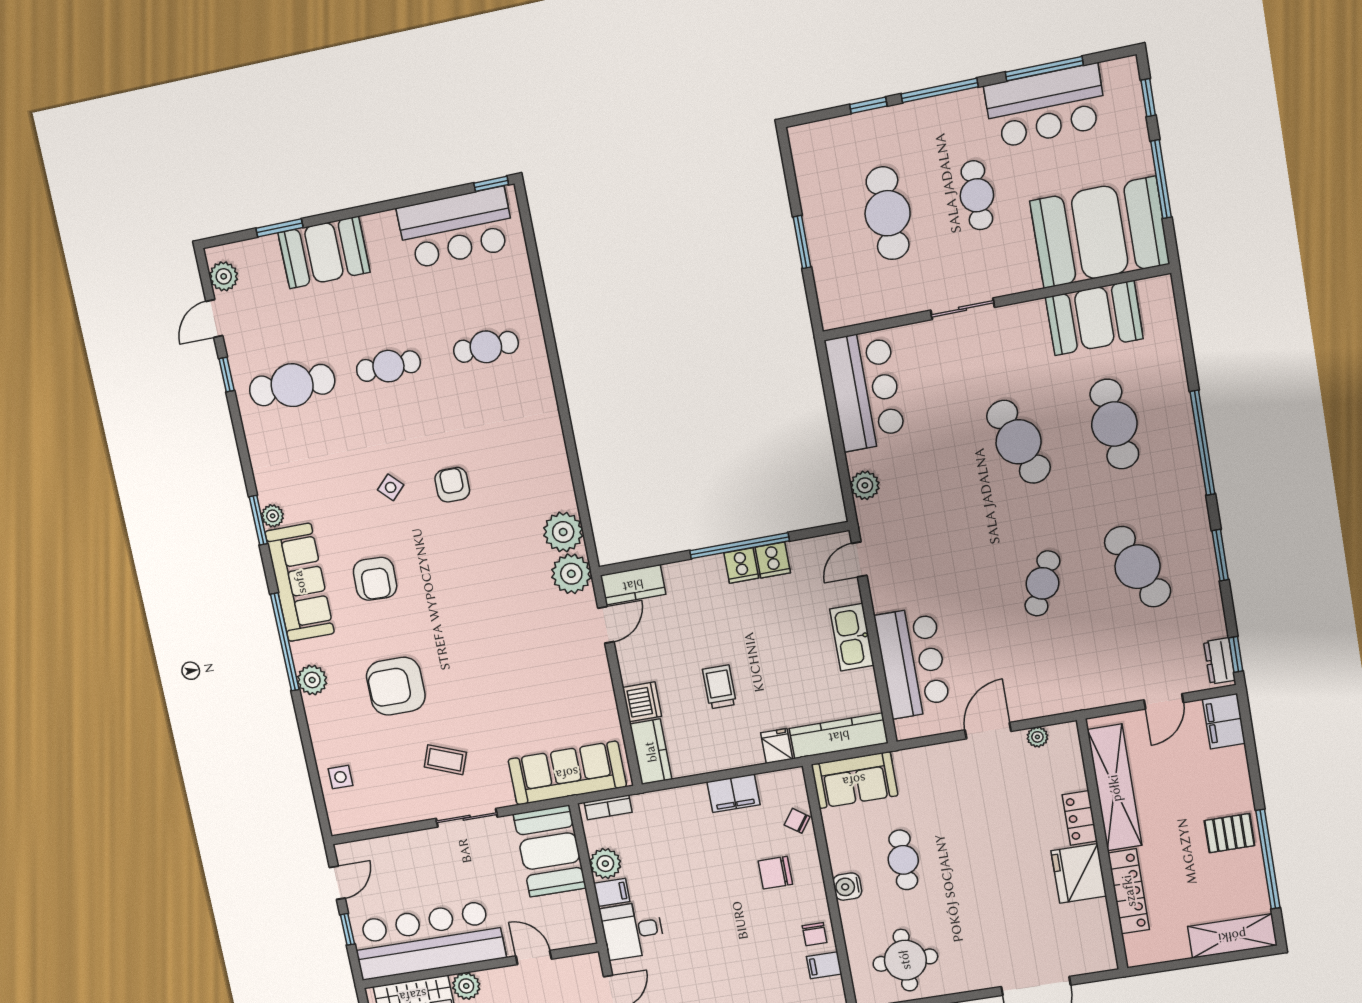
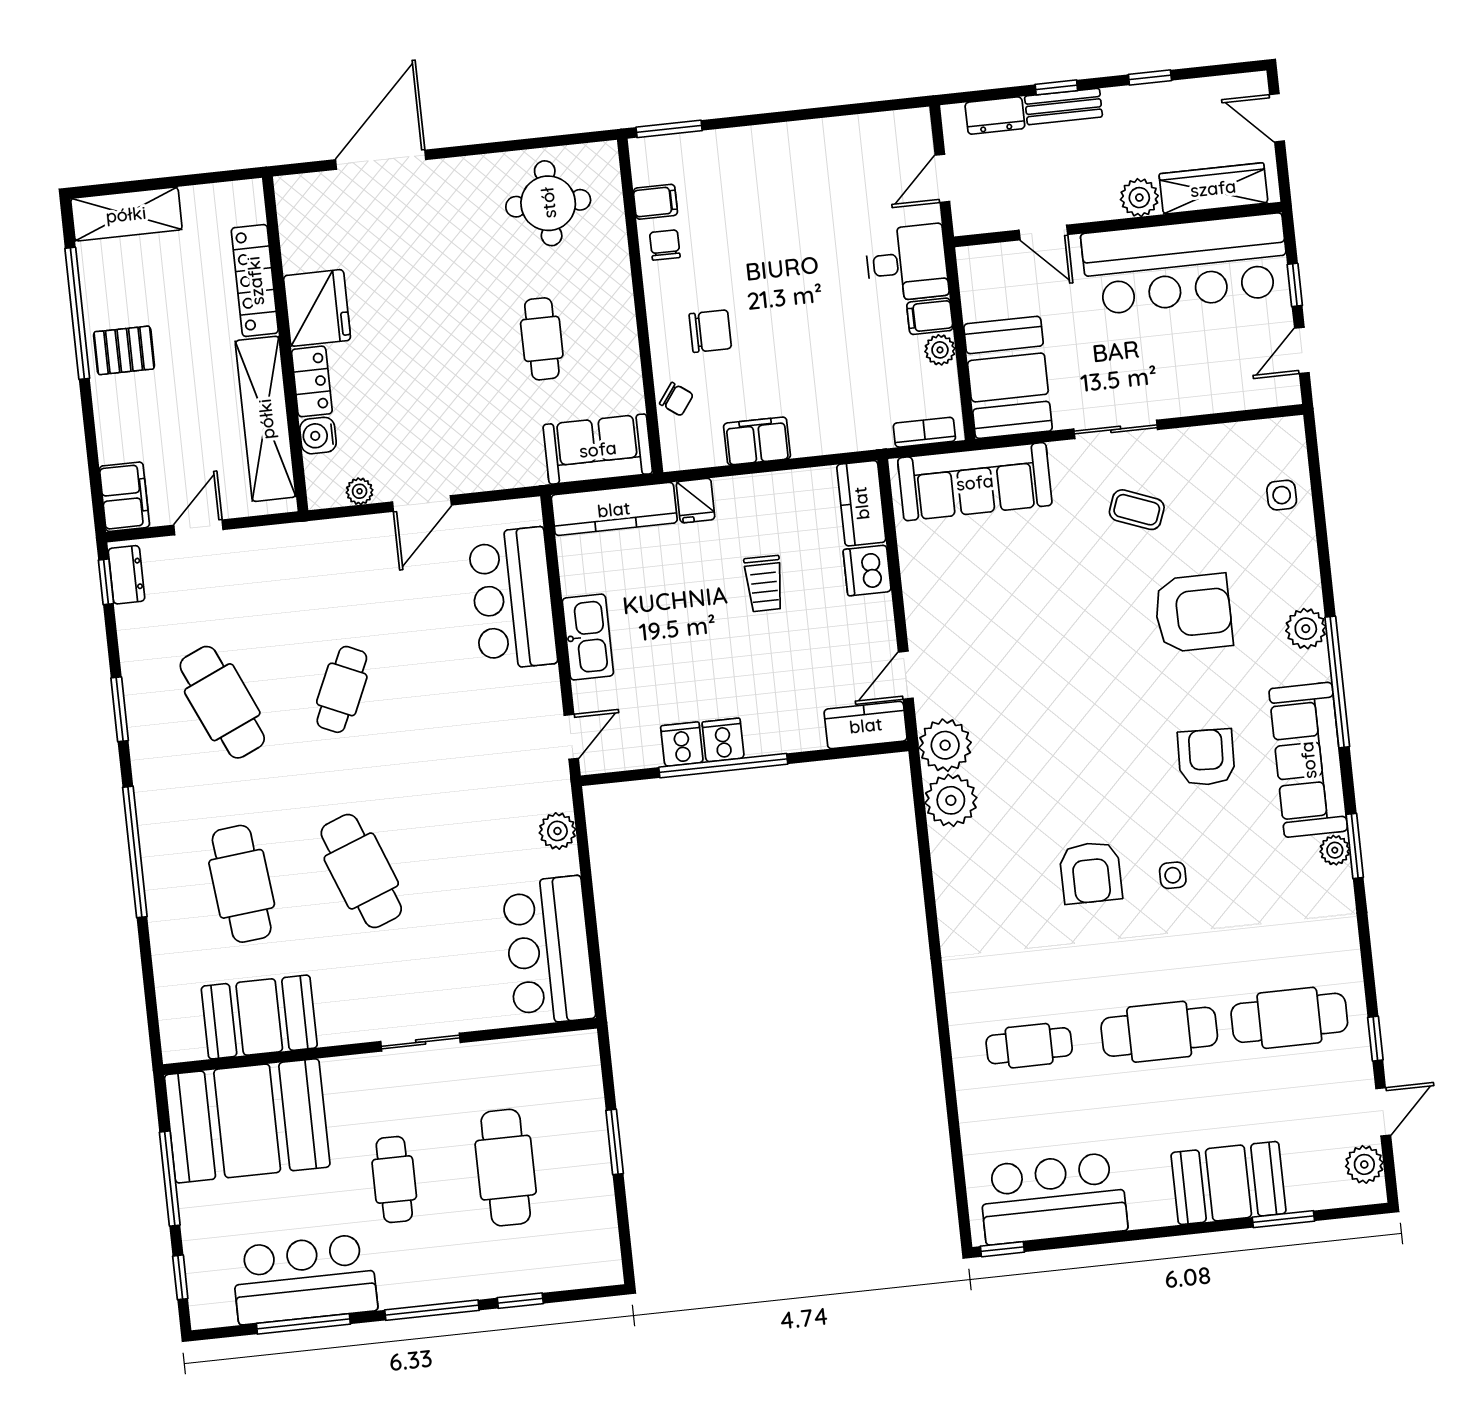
cafe table: (388, 366) -> (1159, 1032), width x1.37, depth x1.35
armchair: (452, 485) -> (1091, 873), width x1.38, depth x1.38
side table: (391, 487) -> (1173, 875), turned 45
plant: (605, 864) -> (940, 350), width x0.73, depth x0.73
water cooler: (847, 887) -> (318, 436), moved, turned 180

